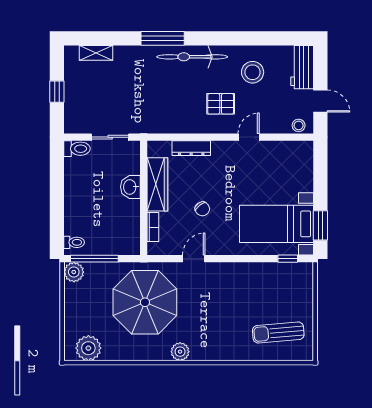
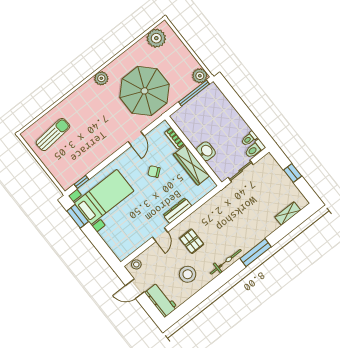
bicycle: (192, 57) -> (226, 262), width x0.73, depth x0.71
pallet: (221, 104) -> (192, 241), turned 90
dresser: (191, 148) -> (177, 211), moved
toilet: (74, 242) -> (249, 139), moved

